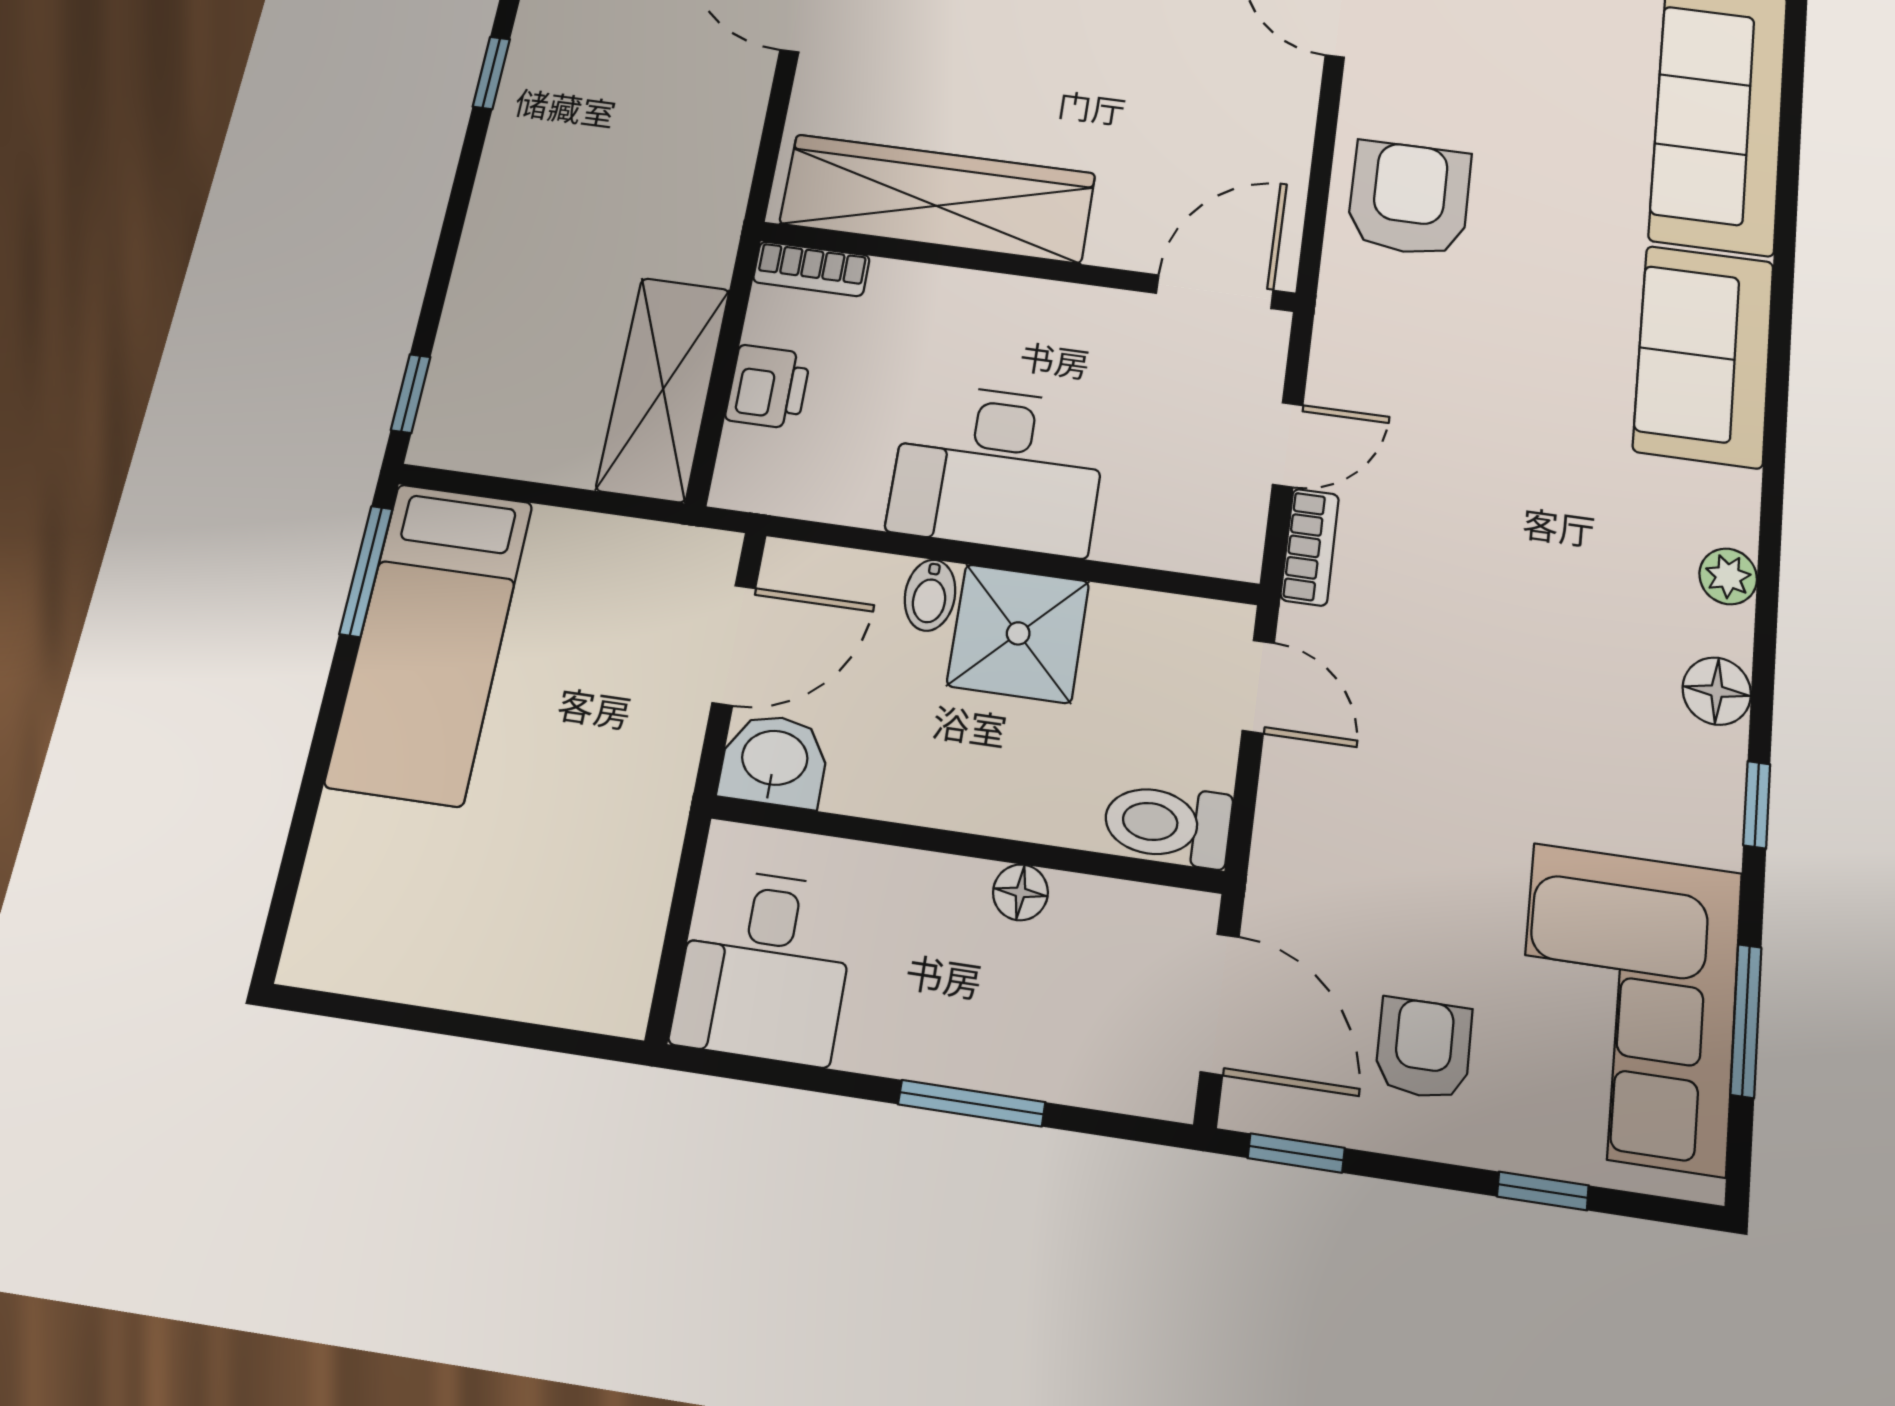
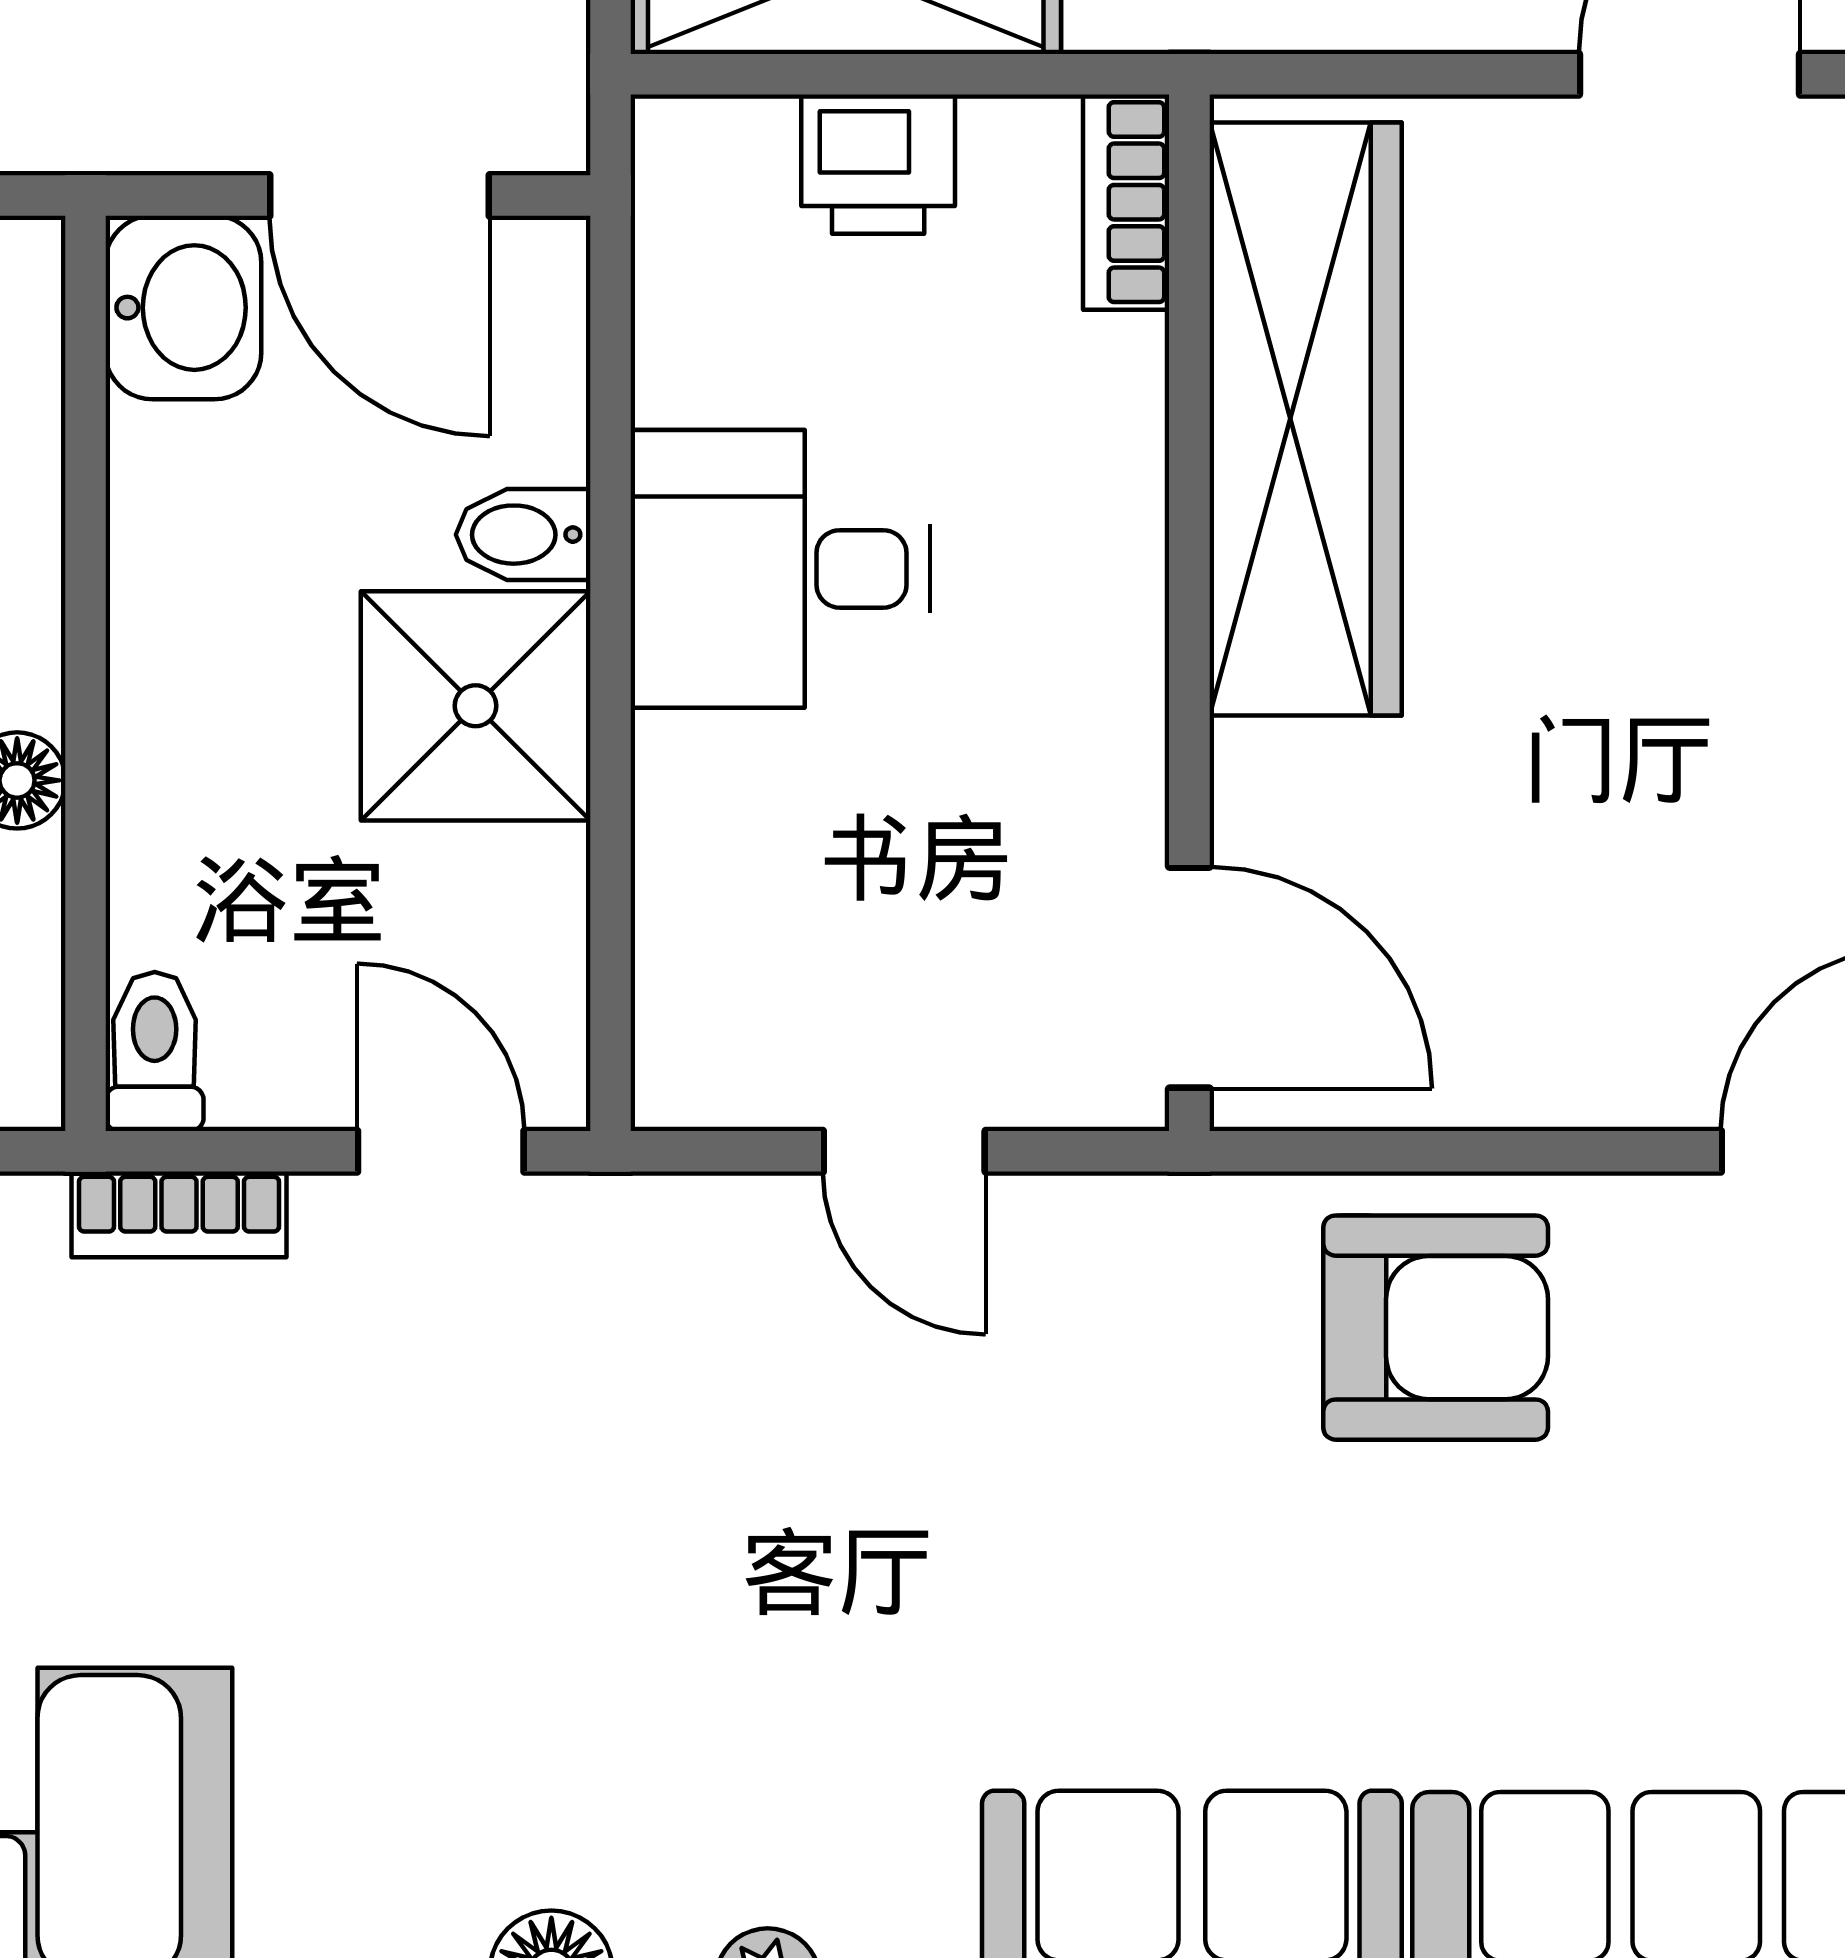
desk: (998, 469) -> (781, 569), width x0.73
bookcase: (1310, 547) -> (179, 1214), moved
door: (1258, 687) -> (441, 1151), swing flipped
toilet: (1167, 824) -> (155, 1051), width x0.73, depth x0.72

